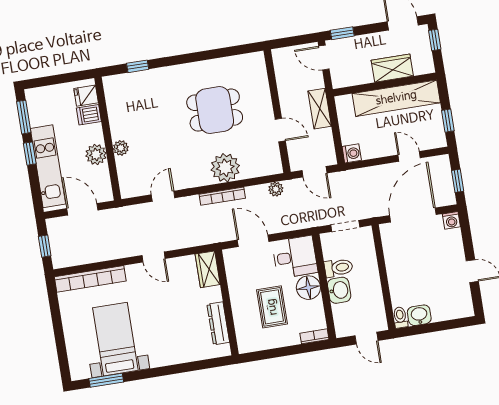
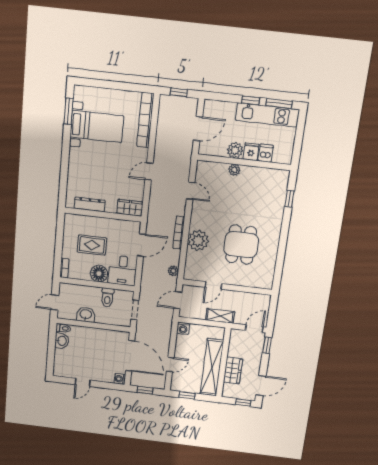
fridge: (86, 96) -> (251, 152), moved
kitchen unit: (48, 166) -> (267, 115), moved
washbasin: (339, 290) -> (86, 315), moved, turned 180

